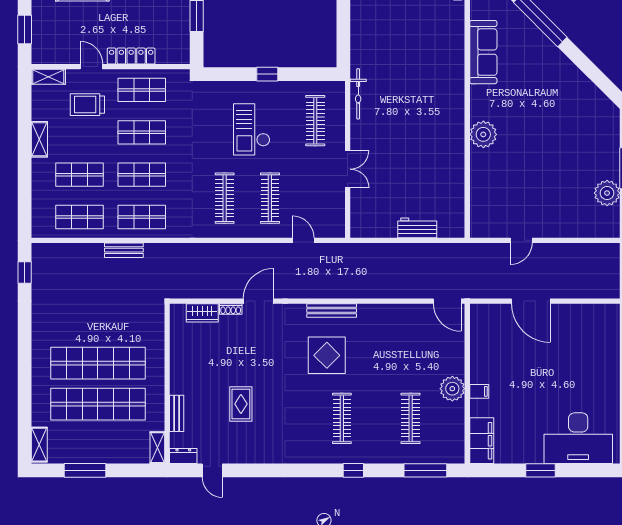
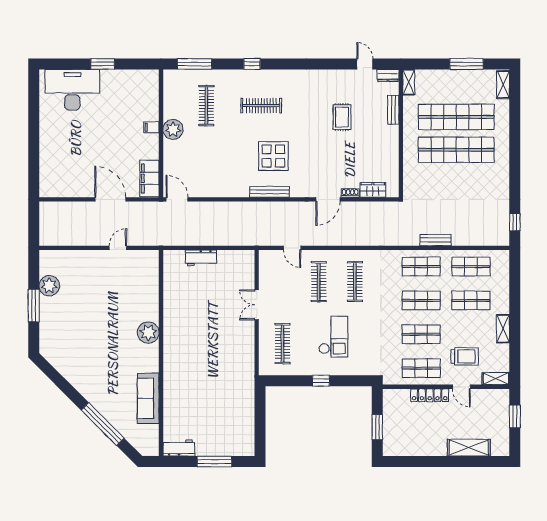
bicycle: (358, 94) -> (248, 365), removed
clothes rail: (342, 418) -> (261, 106), turned 90
filing cabinet: (482, 441) -> (149, 178), moved

